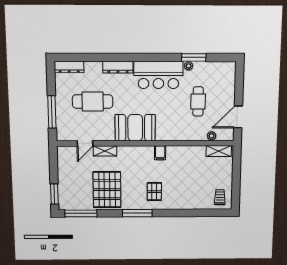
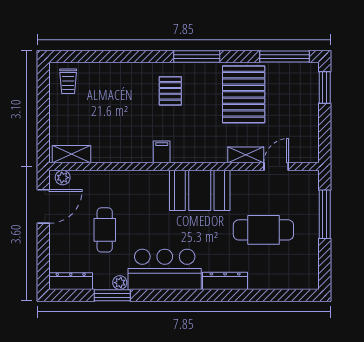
dresser: (69, 67) -> (71, 281), moved
plant: (212, 136) -> (63, 178), moved

